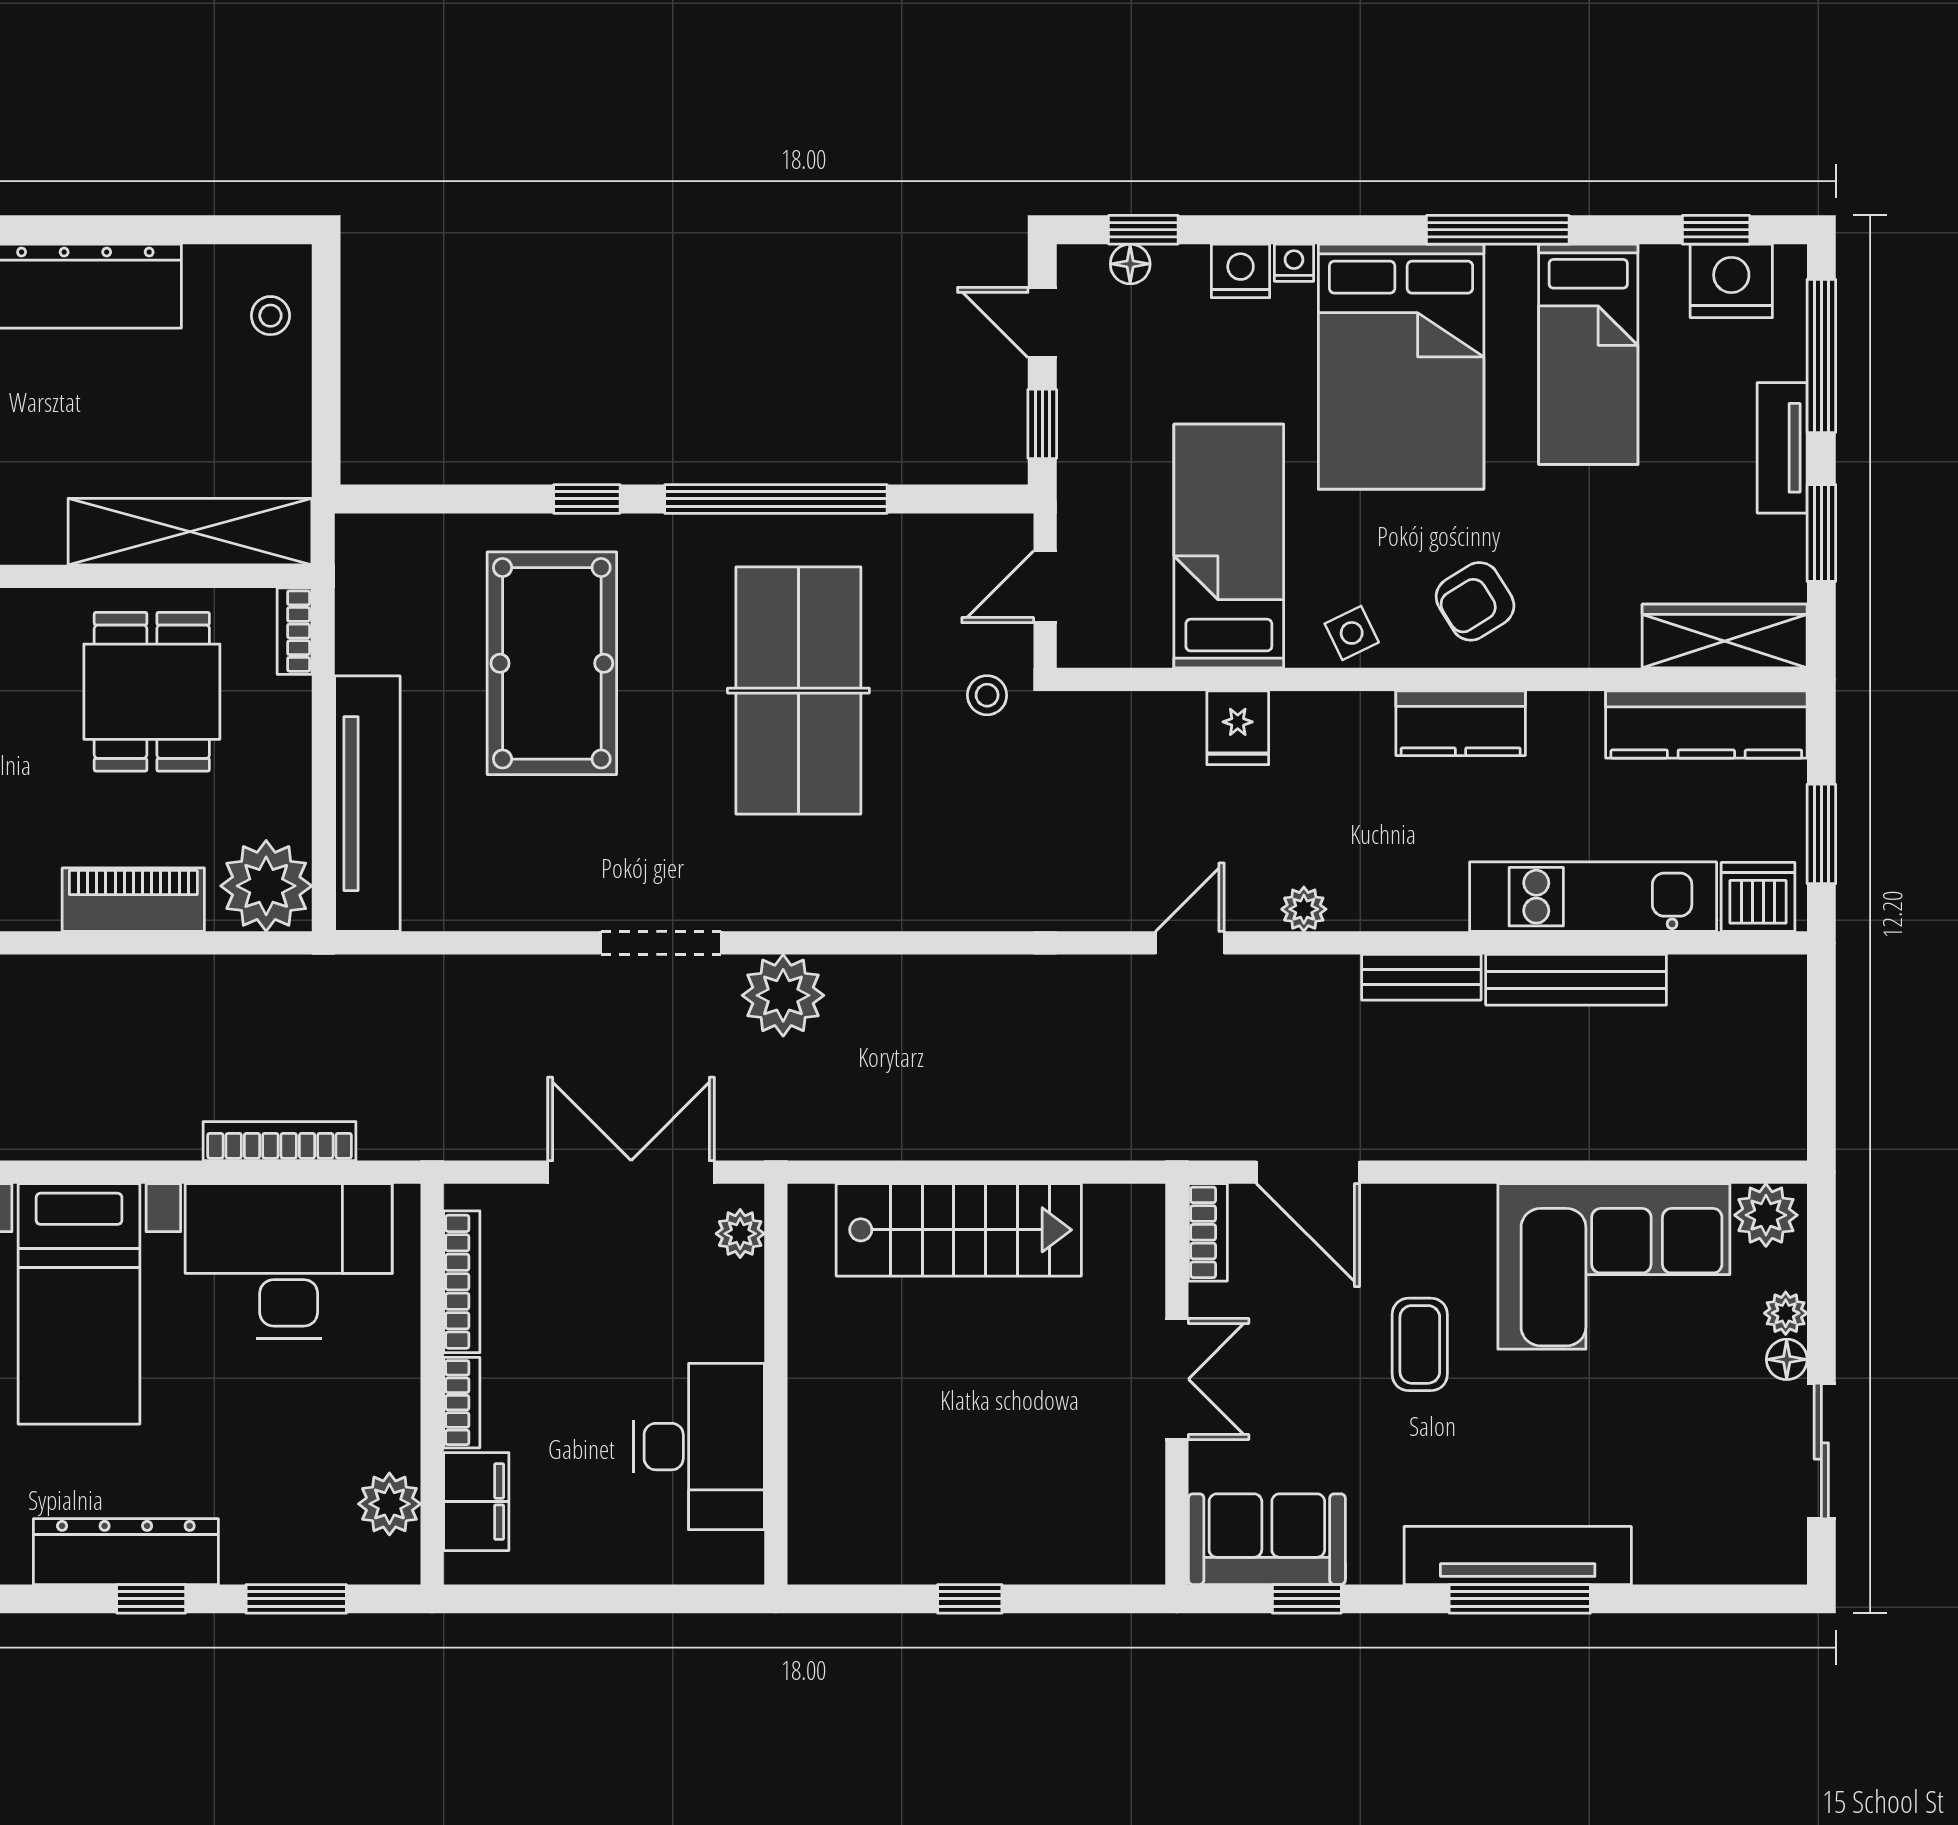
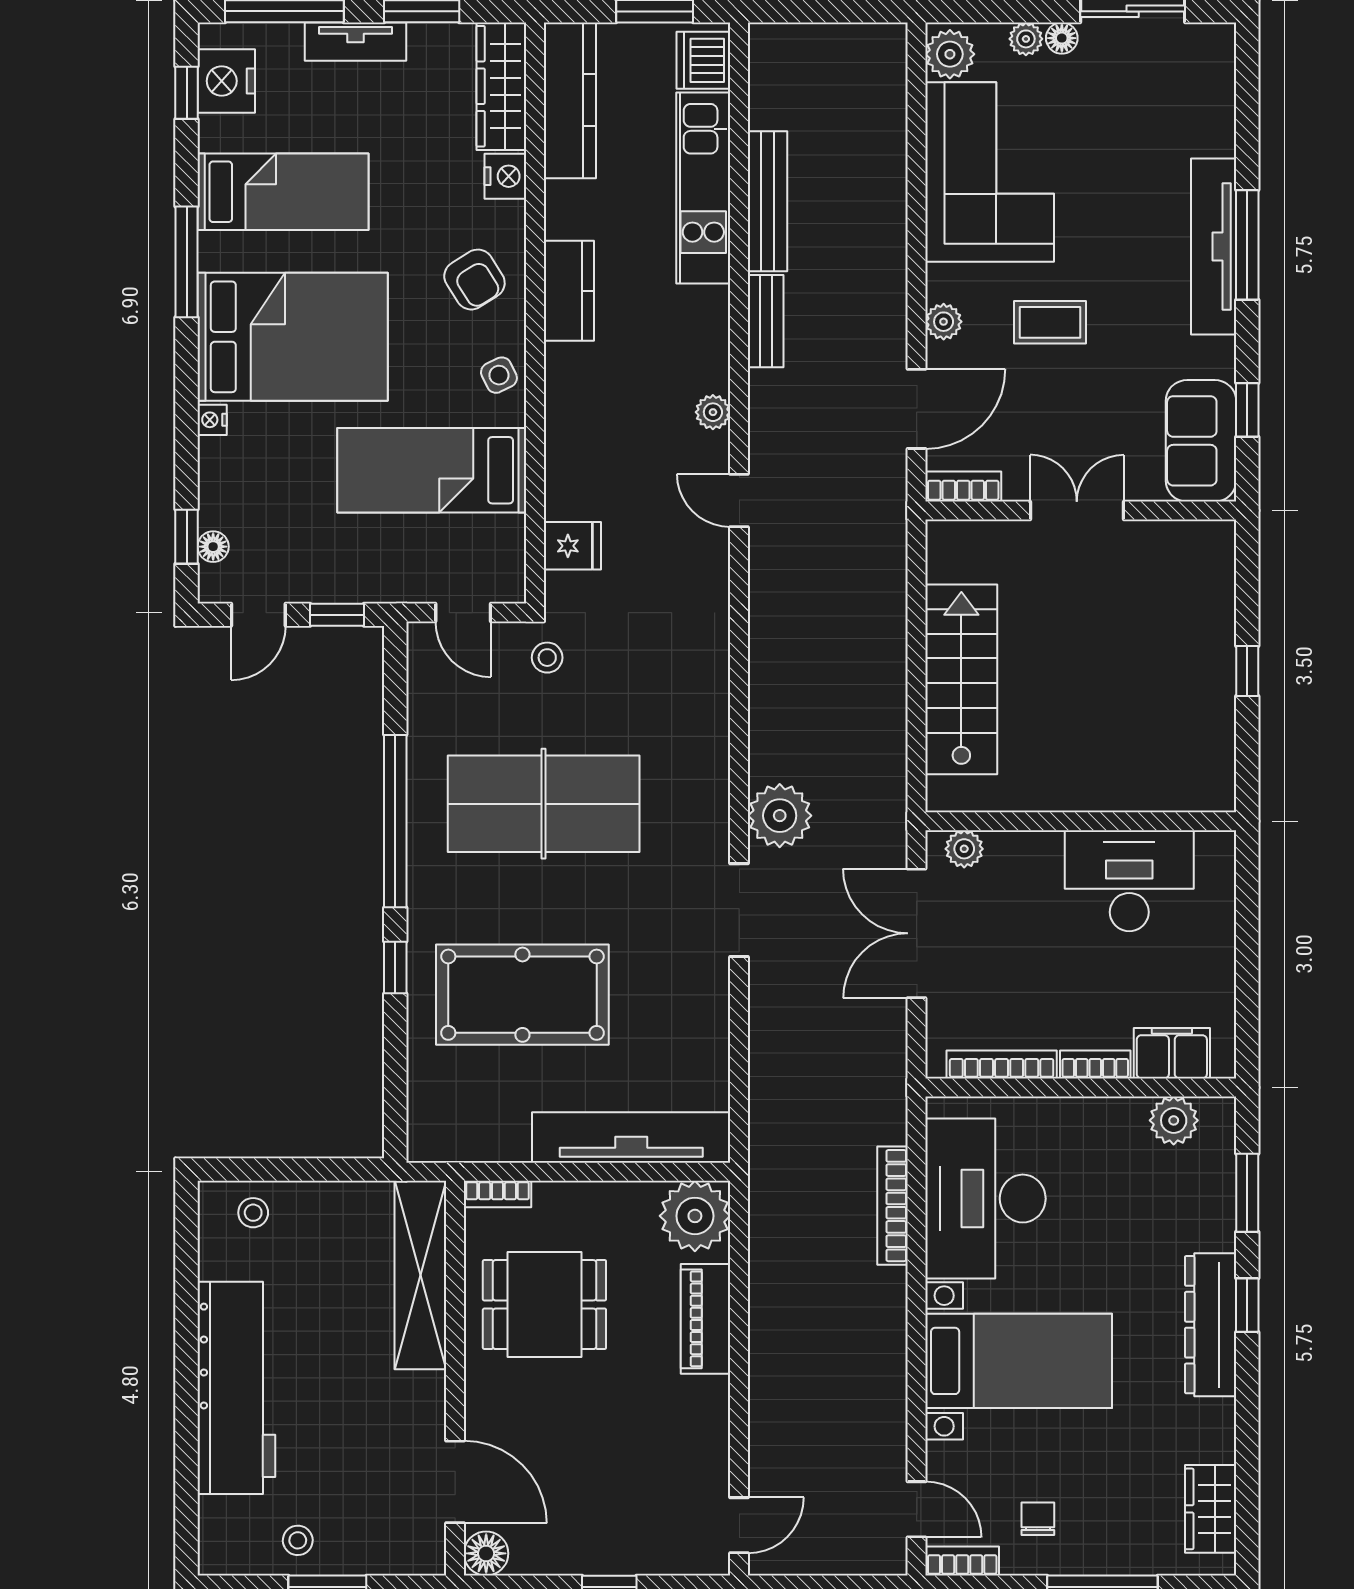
nightstand: (1241, 271) -> (505, 176), moved, turned 180
fridge: (1238, 728) -> (572, 546), moved
plant: (1421, 1207) -> (944, 322), added

